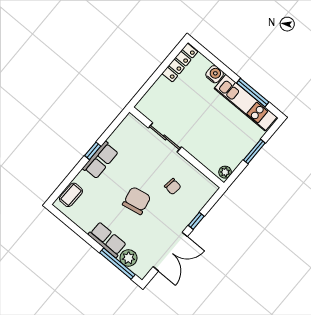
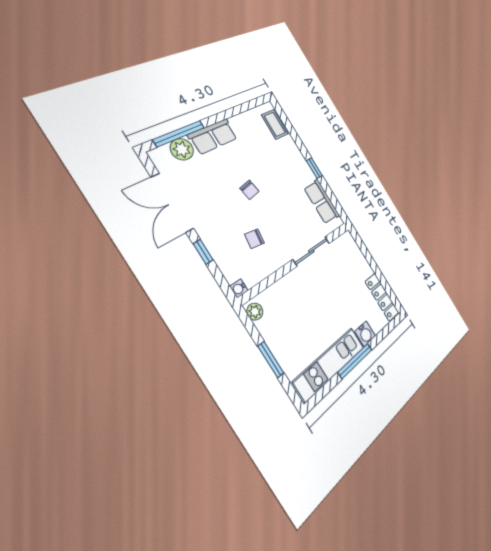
window: (253, 93) -> (355, 361), moved
row of seats: (100, 160) -> (322, 202), moved
water cooler: (213, 188) -> (239, 288), added
chair: (137, 201) -> (249, 190), width x0.54, depth x0.54

